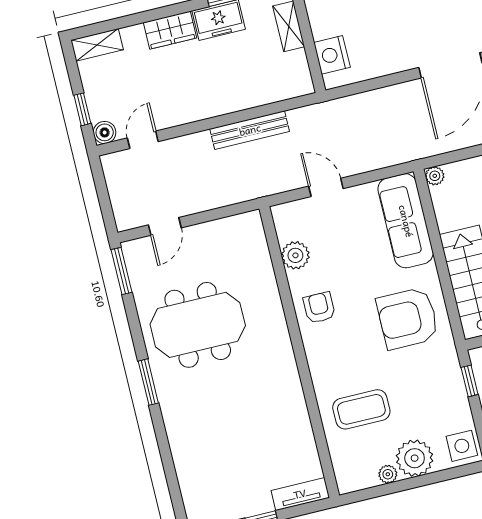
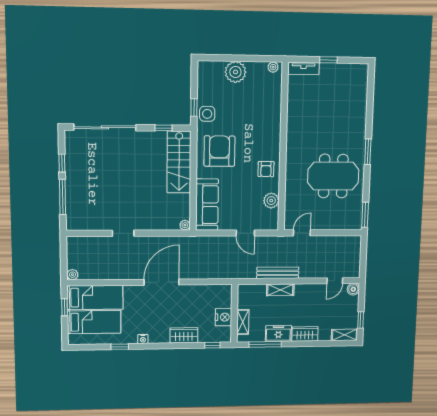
nightstand: (332, 55) -> (224, 317), moved
shelving: (237, 100) -> (280, 290), added
window: (82, 109) -> (361, 320), moved
door: (165, 226) -> (302, 233), moved
armchair: (408, 318) -> (219, 151), turned -90
coffee table: (361, 409) -> (258, 107), removed
side table: (462, 446) -> (207, 114), moved
plant: (388, 474) -> (273, 67), moved

